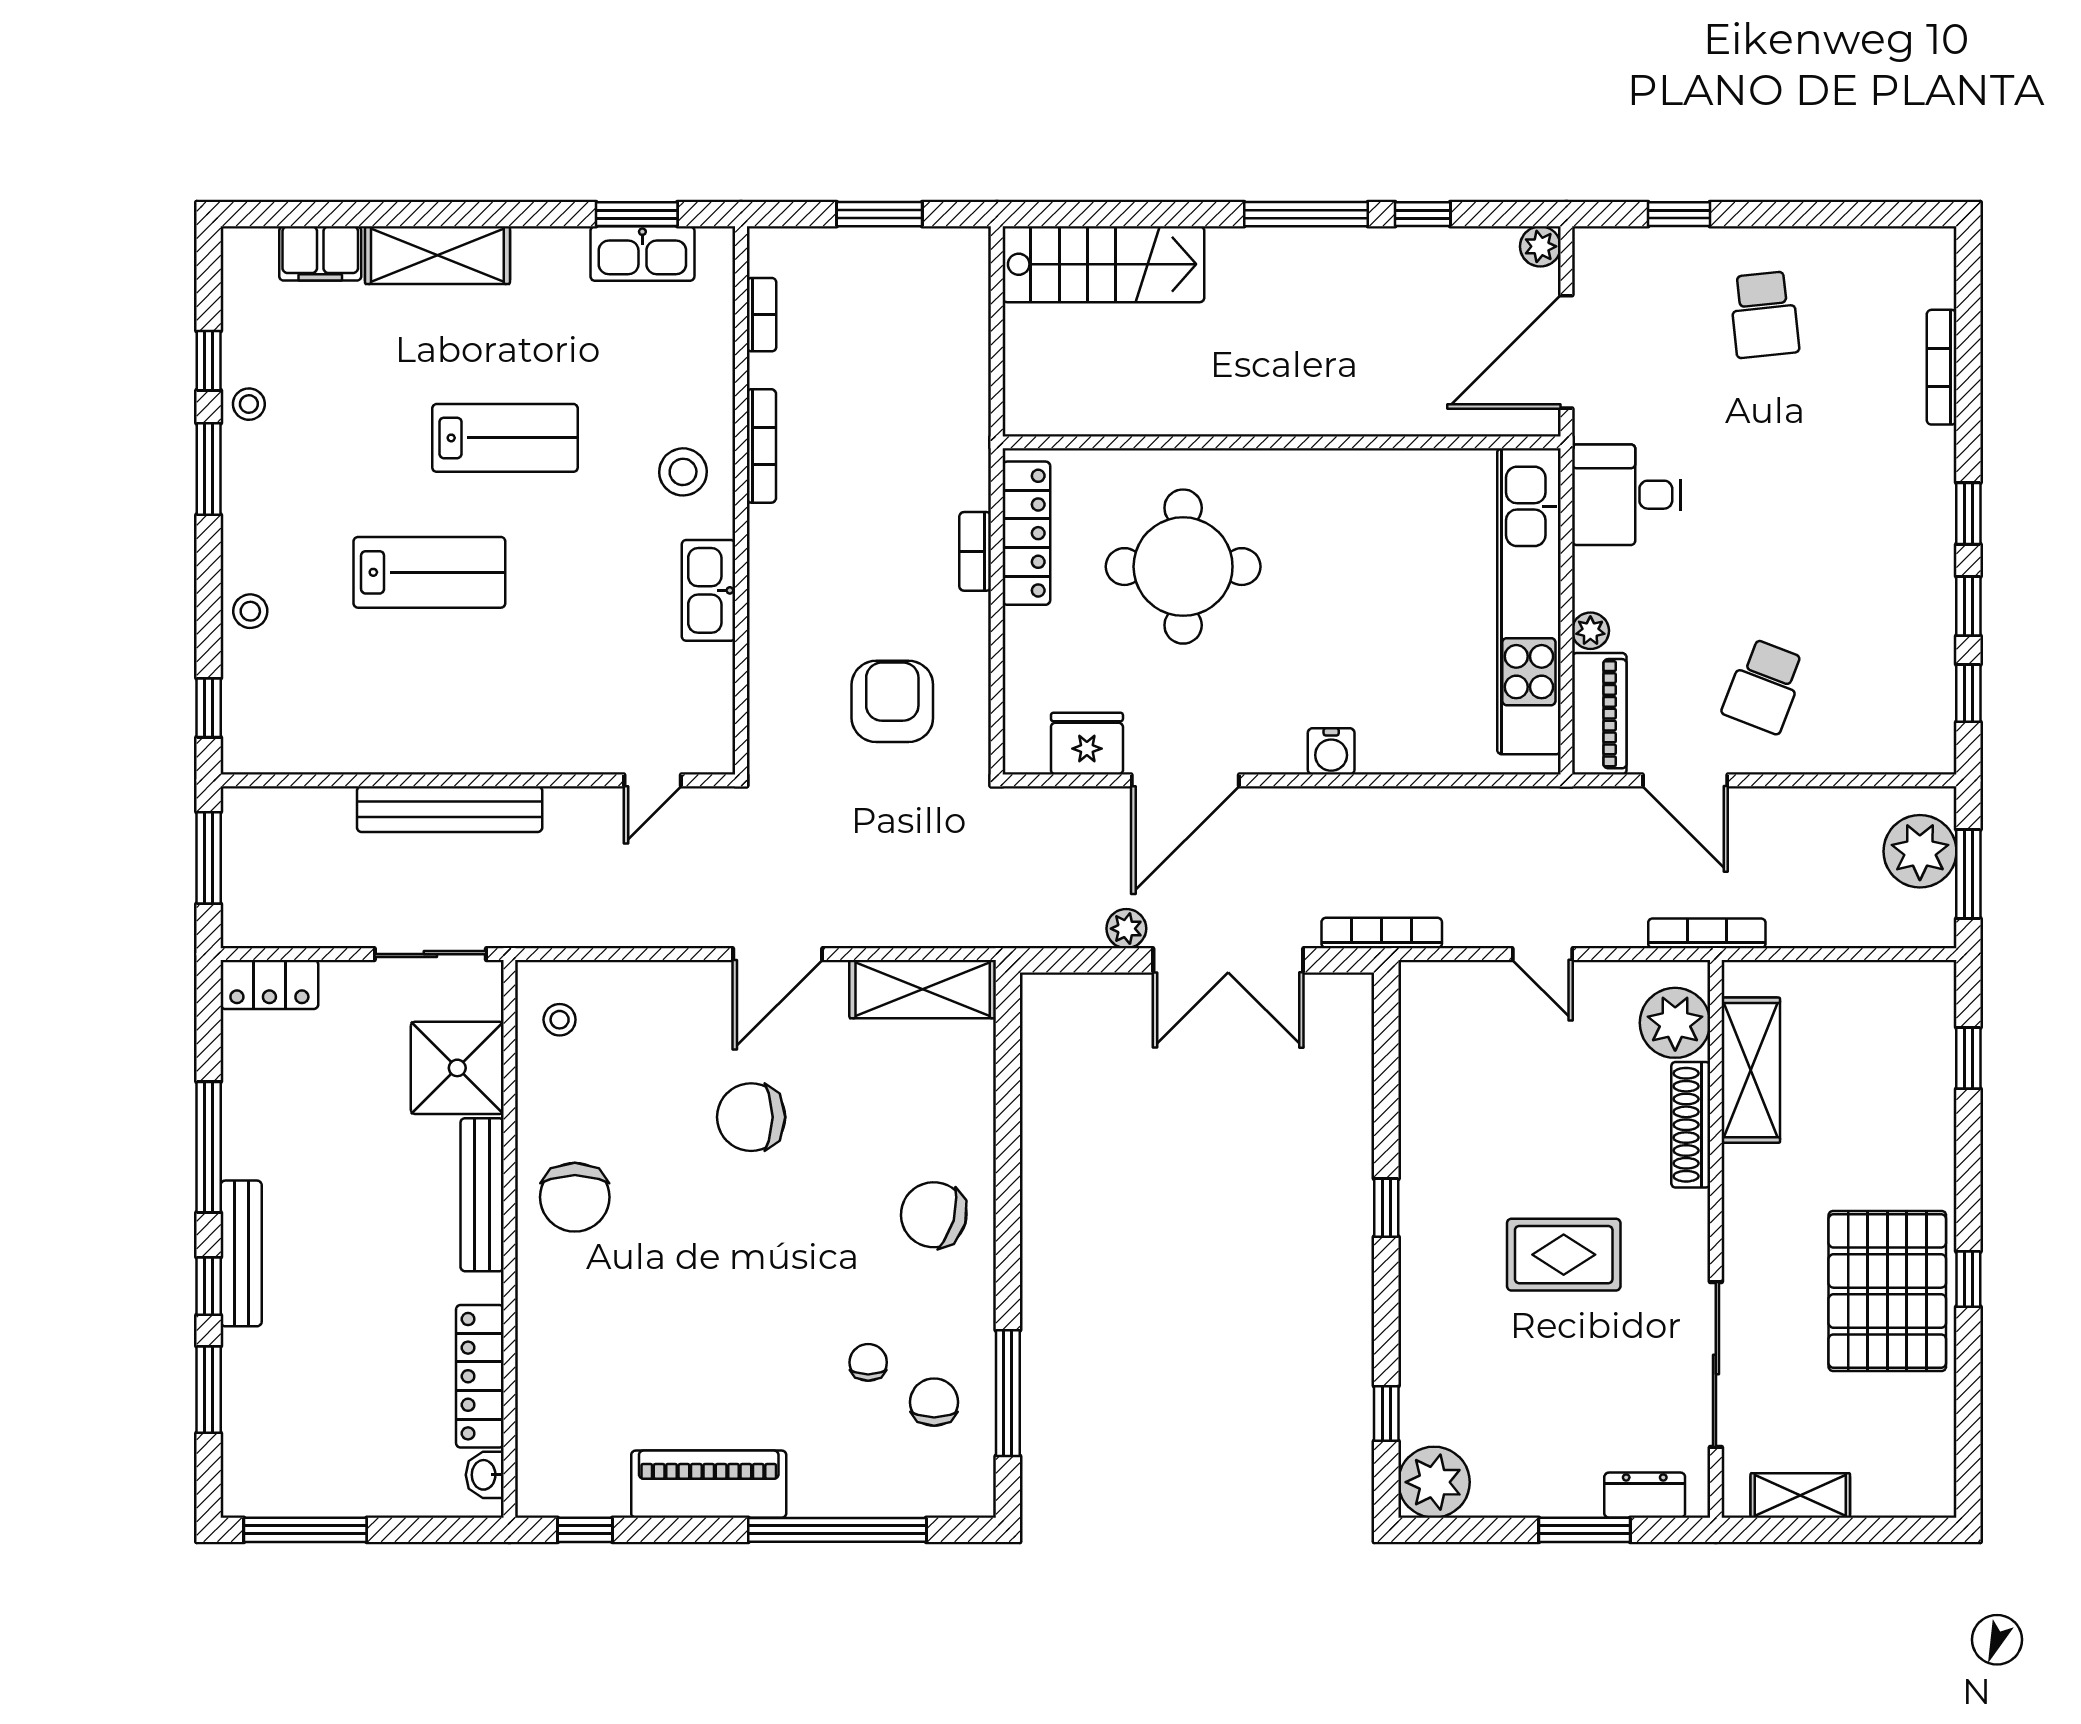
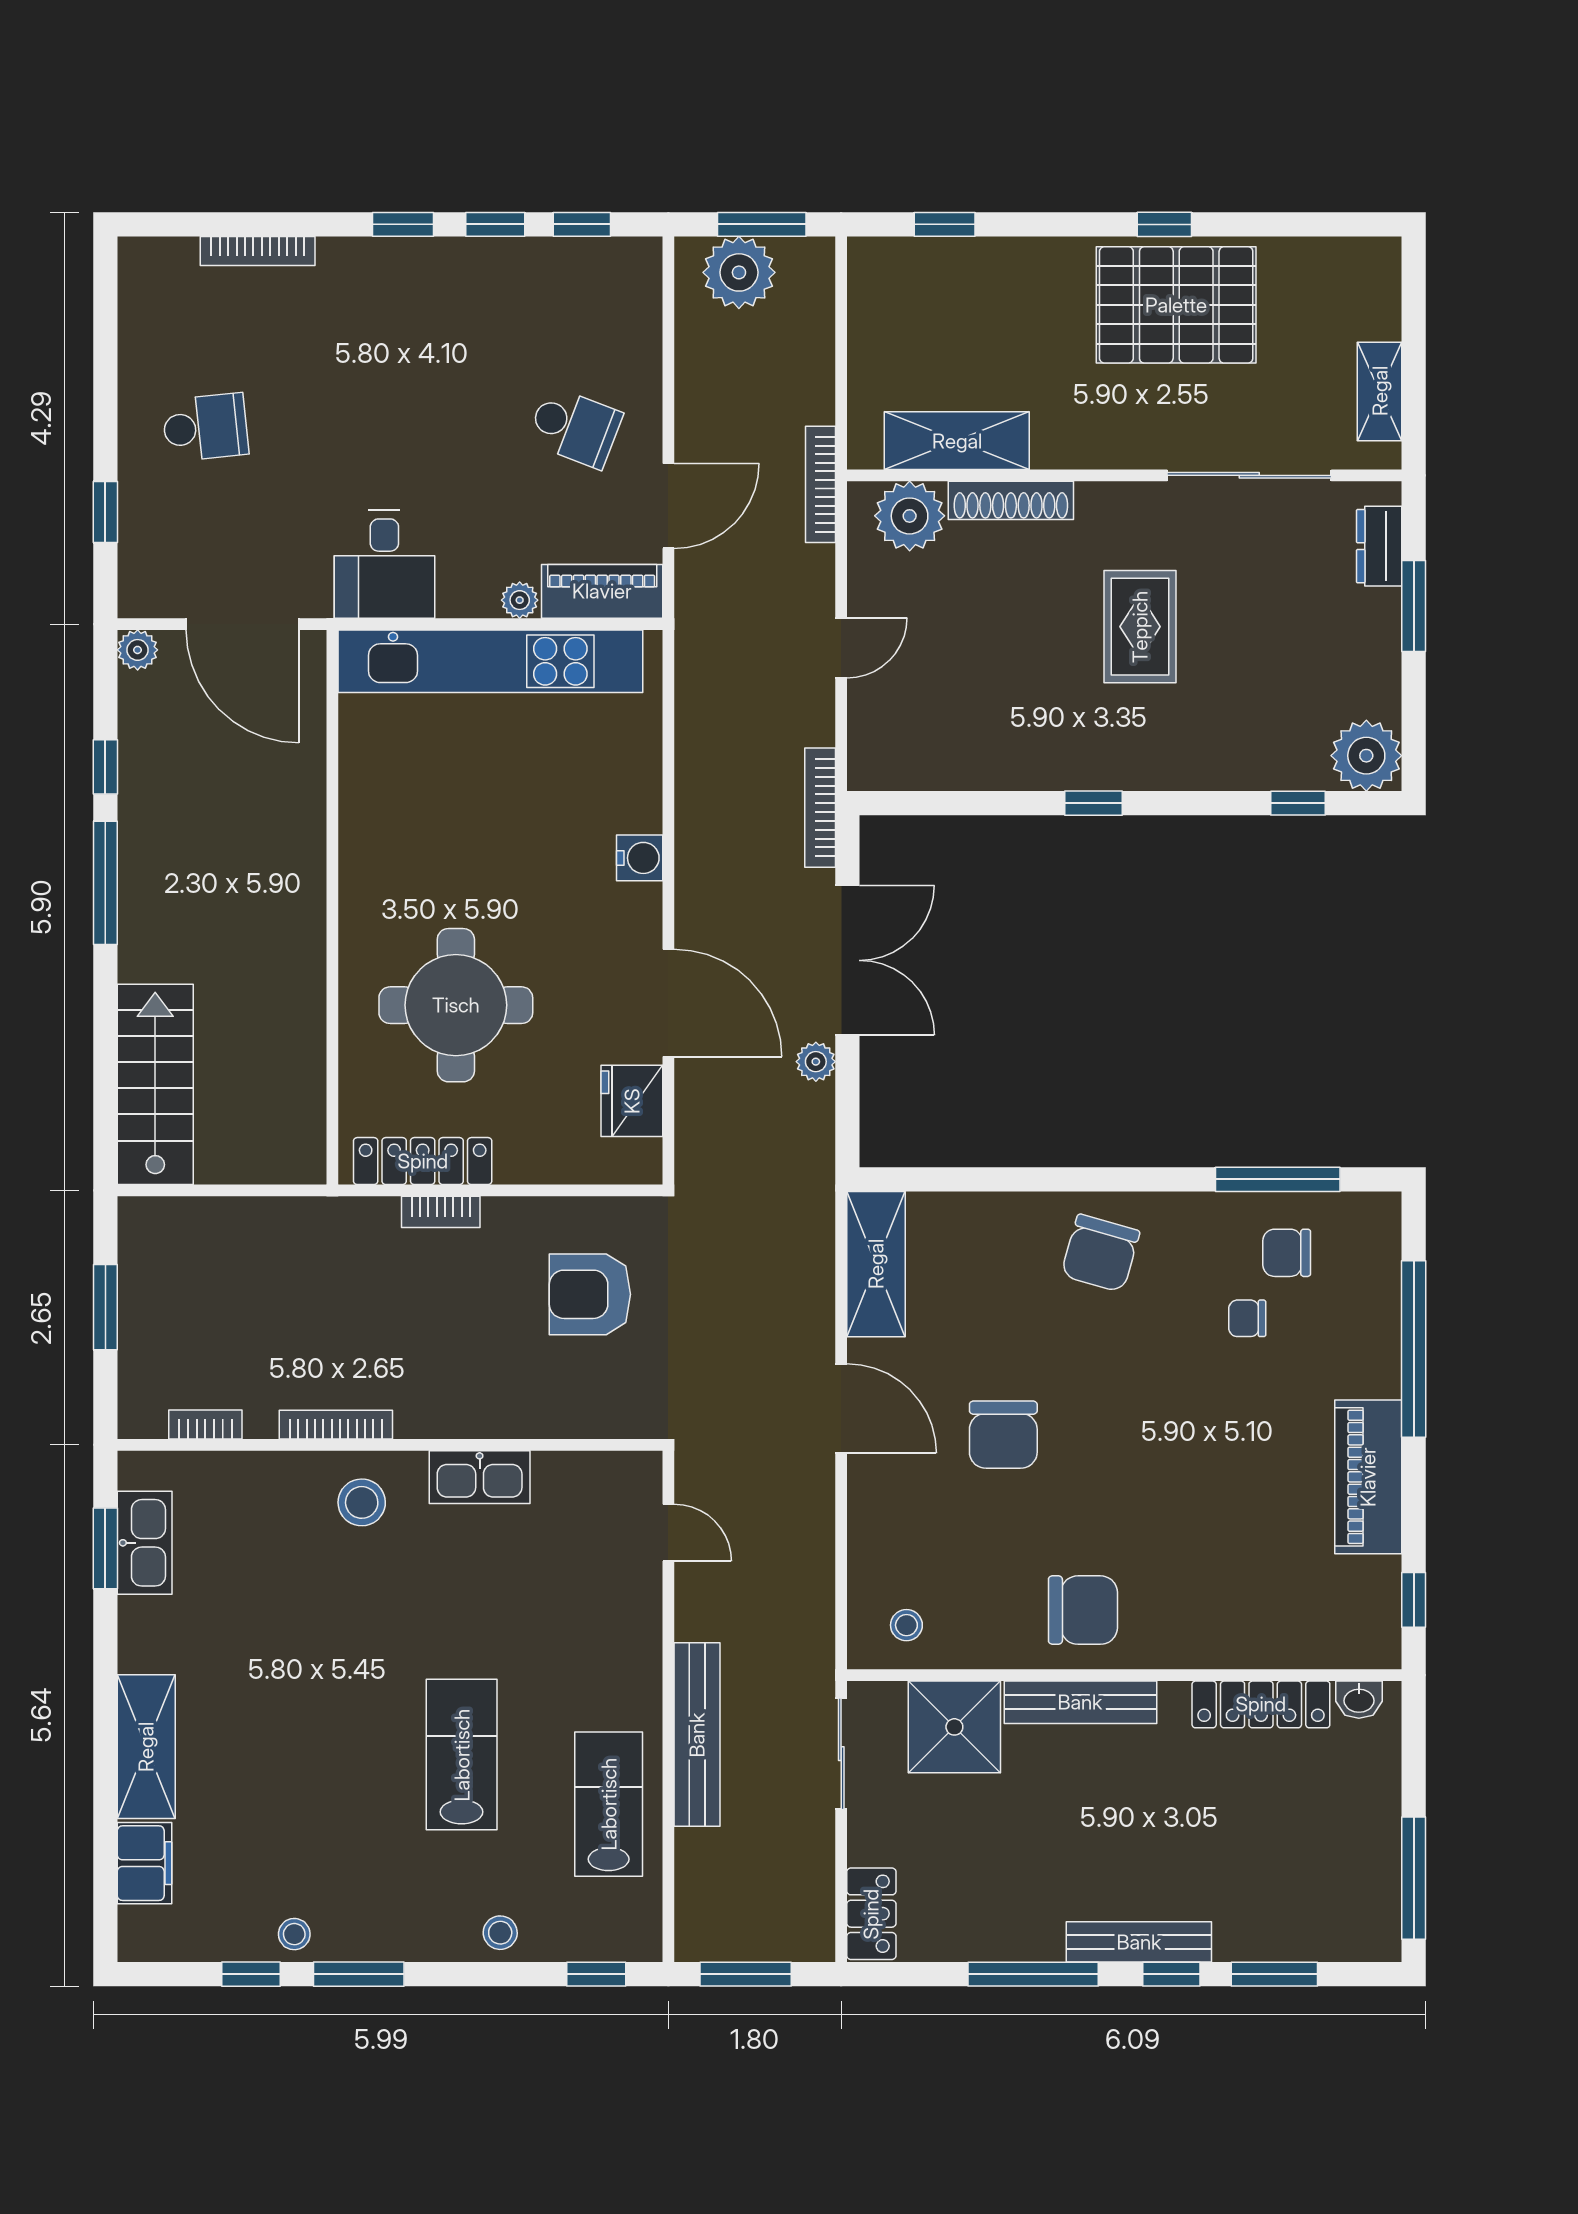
lab bench: (505, 438) -> (609, 1804), moved

